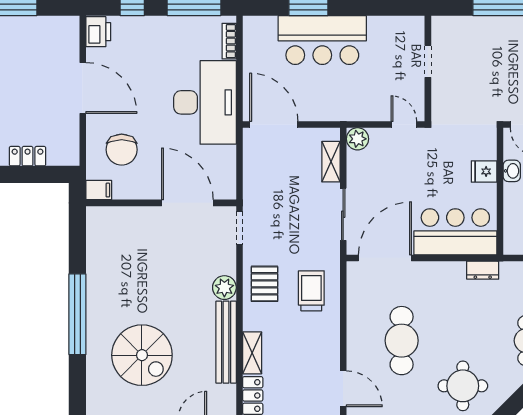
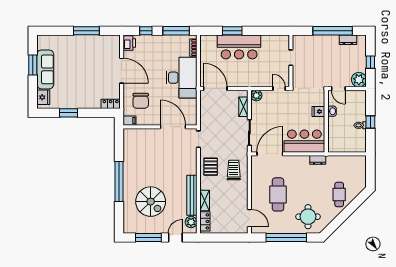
locker: (28, 156) -> (111, 104), moved
plant: (224, 288) -> (191, 222), moved

